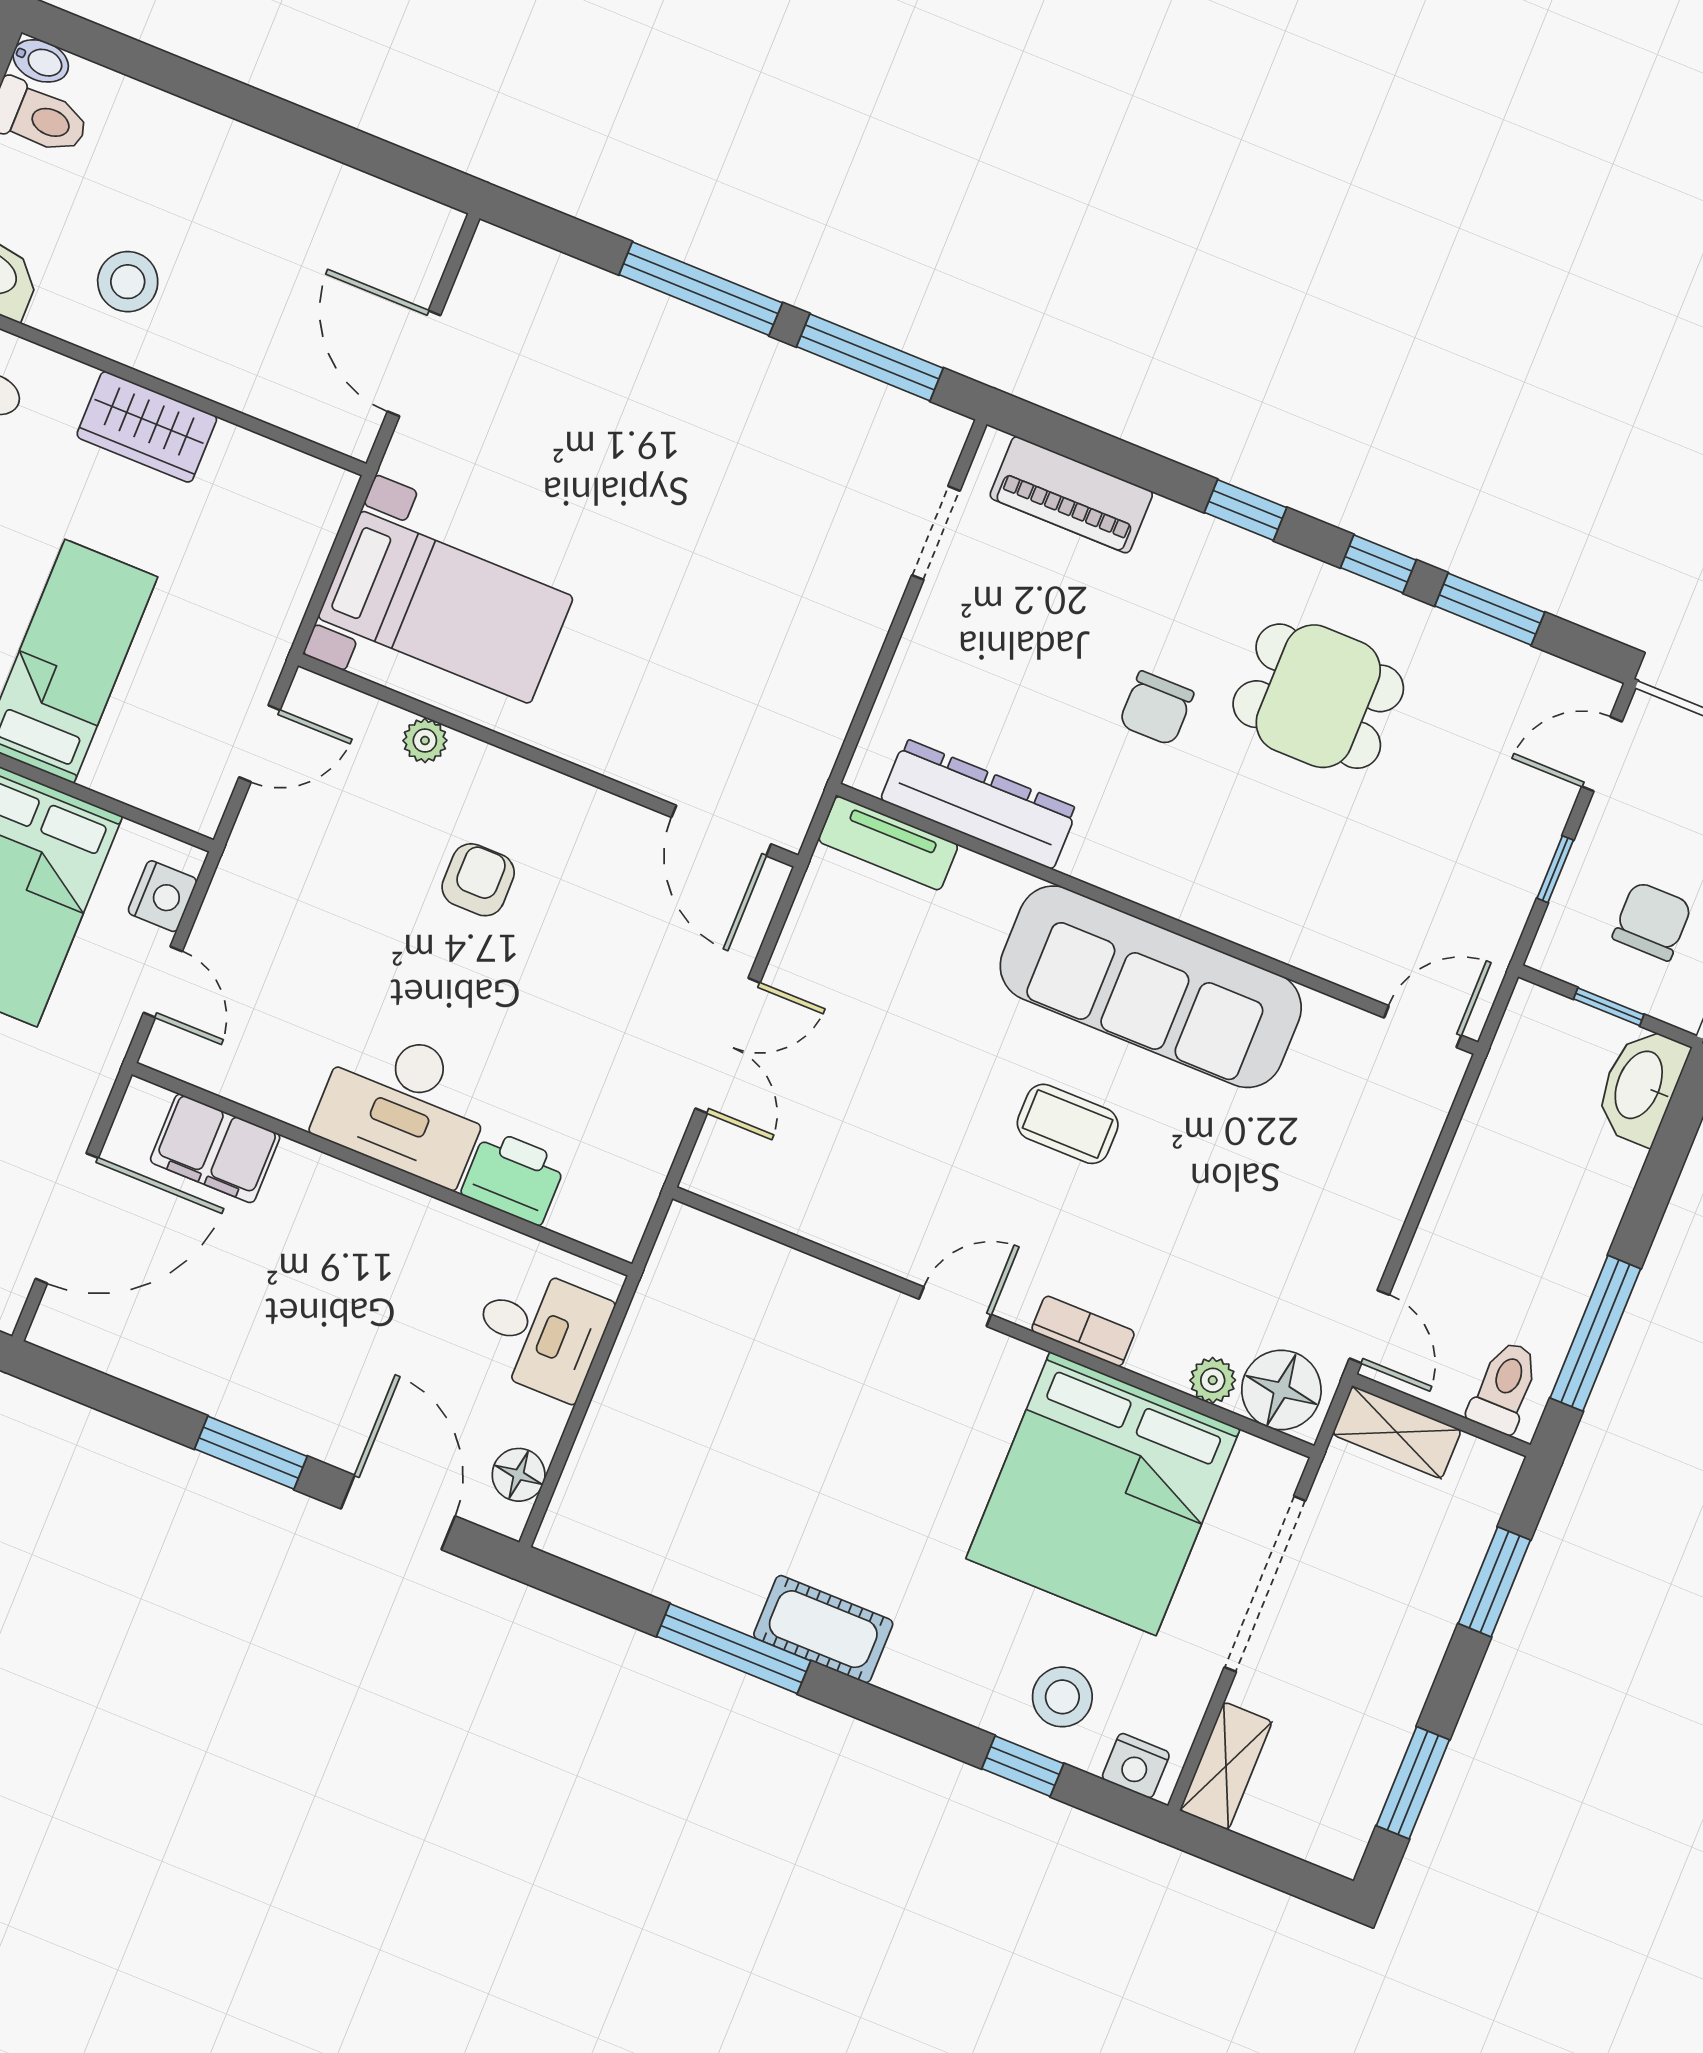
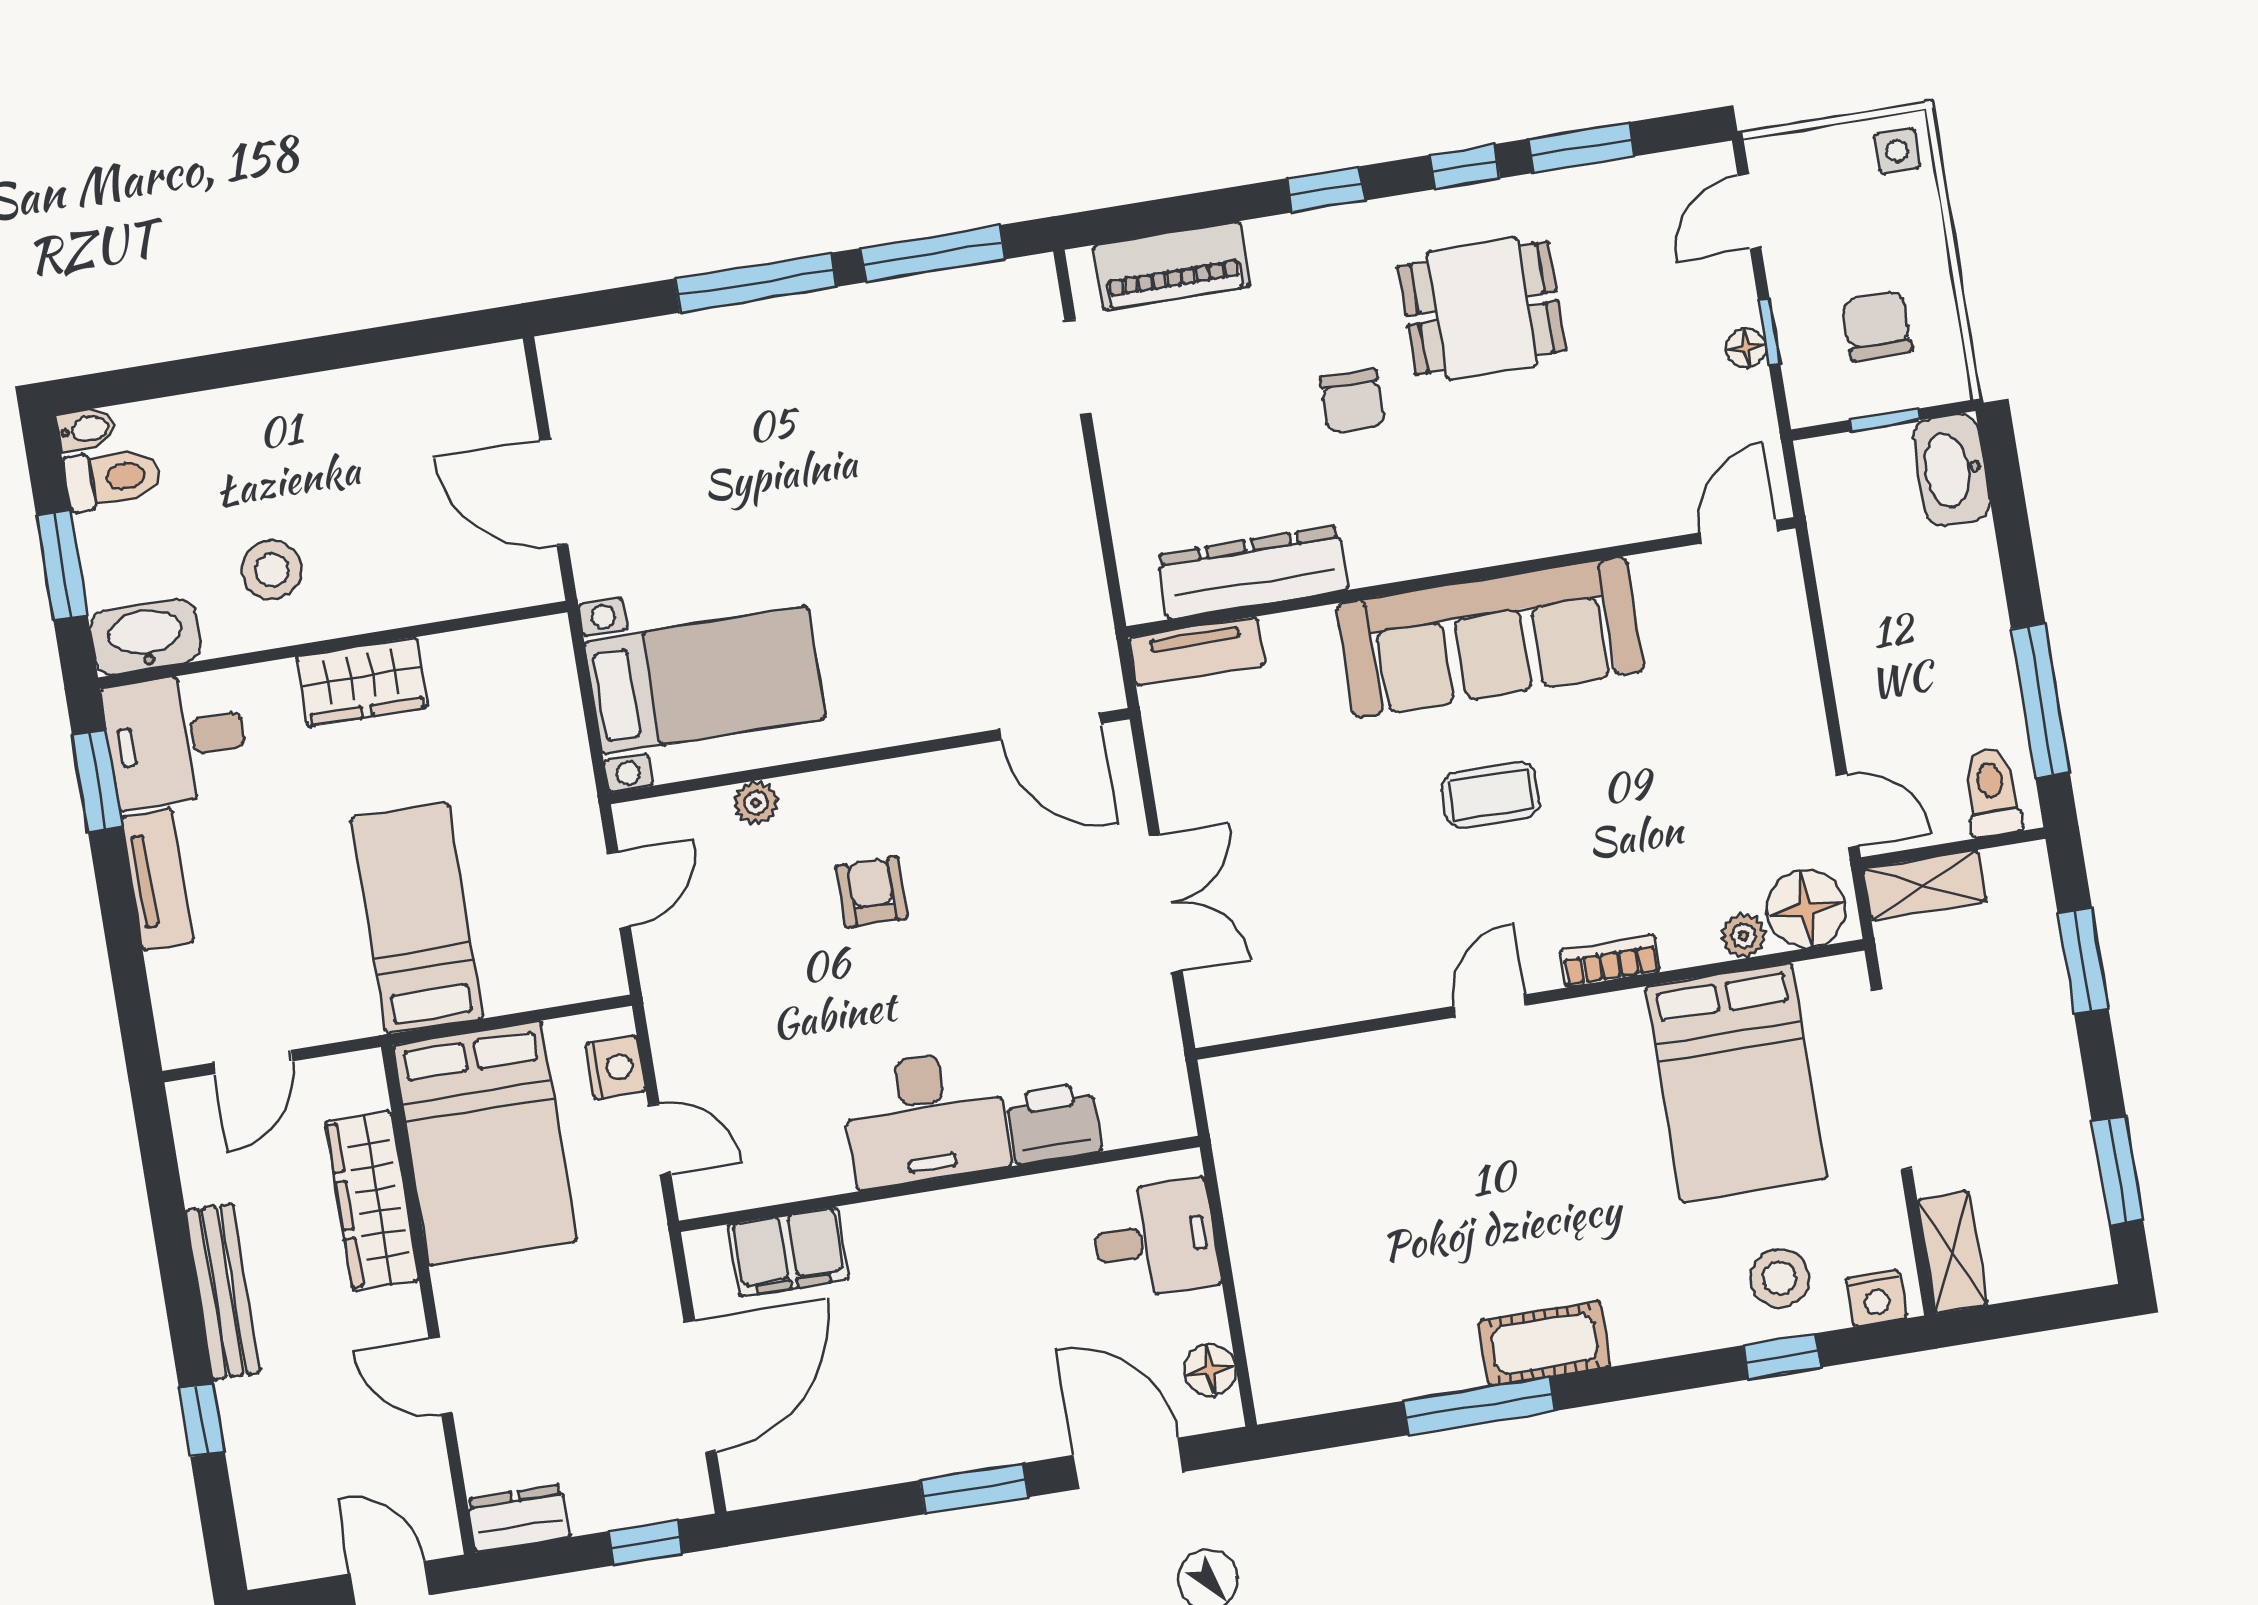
floor lamp: (1527, 870) -> (1746, 348), added
bed: (1103, 1494) -> (1736, 1083), width x0.73

